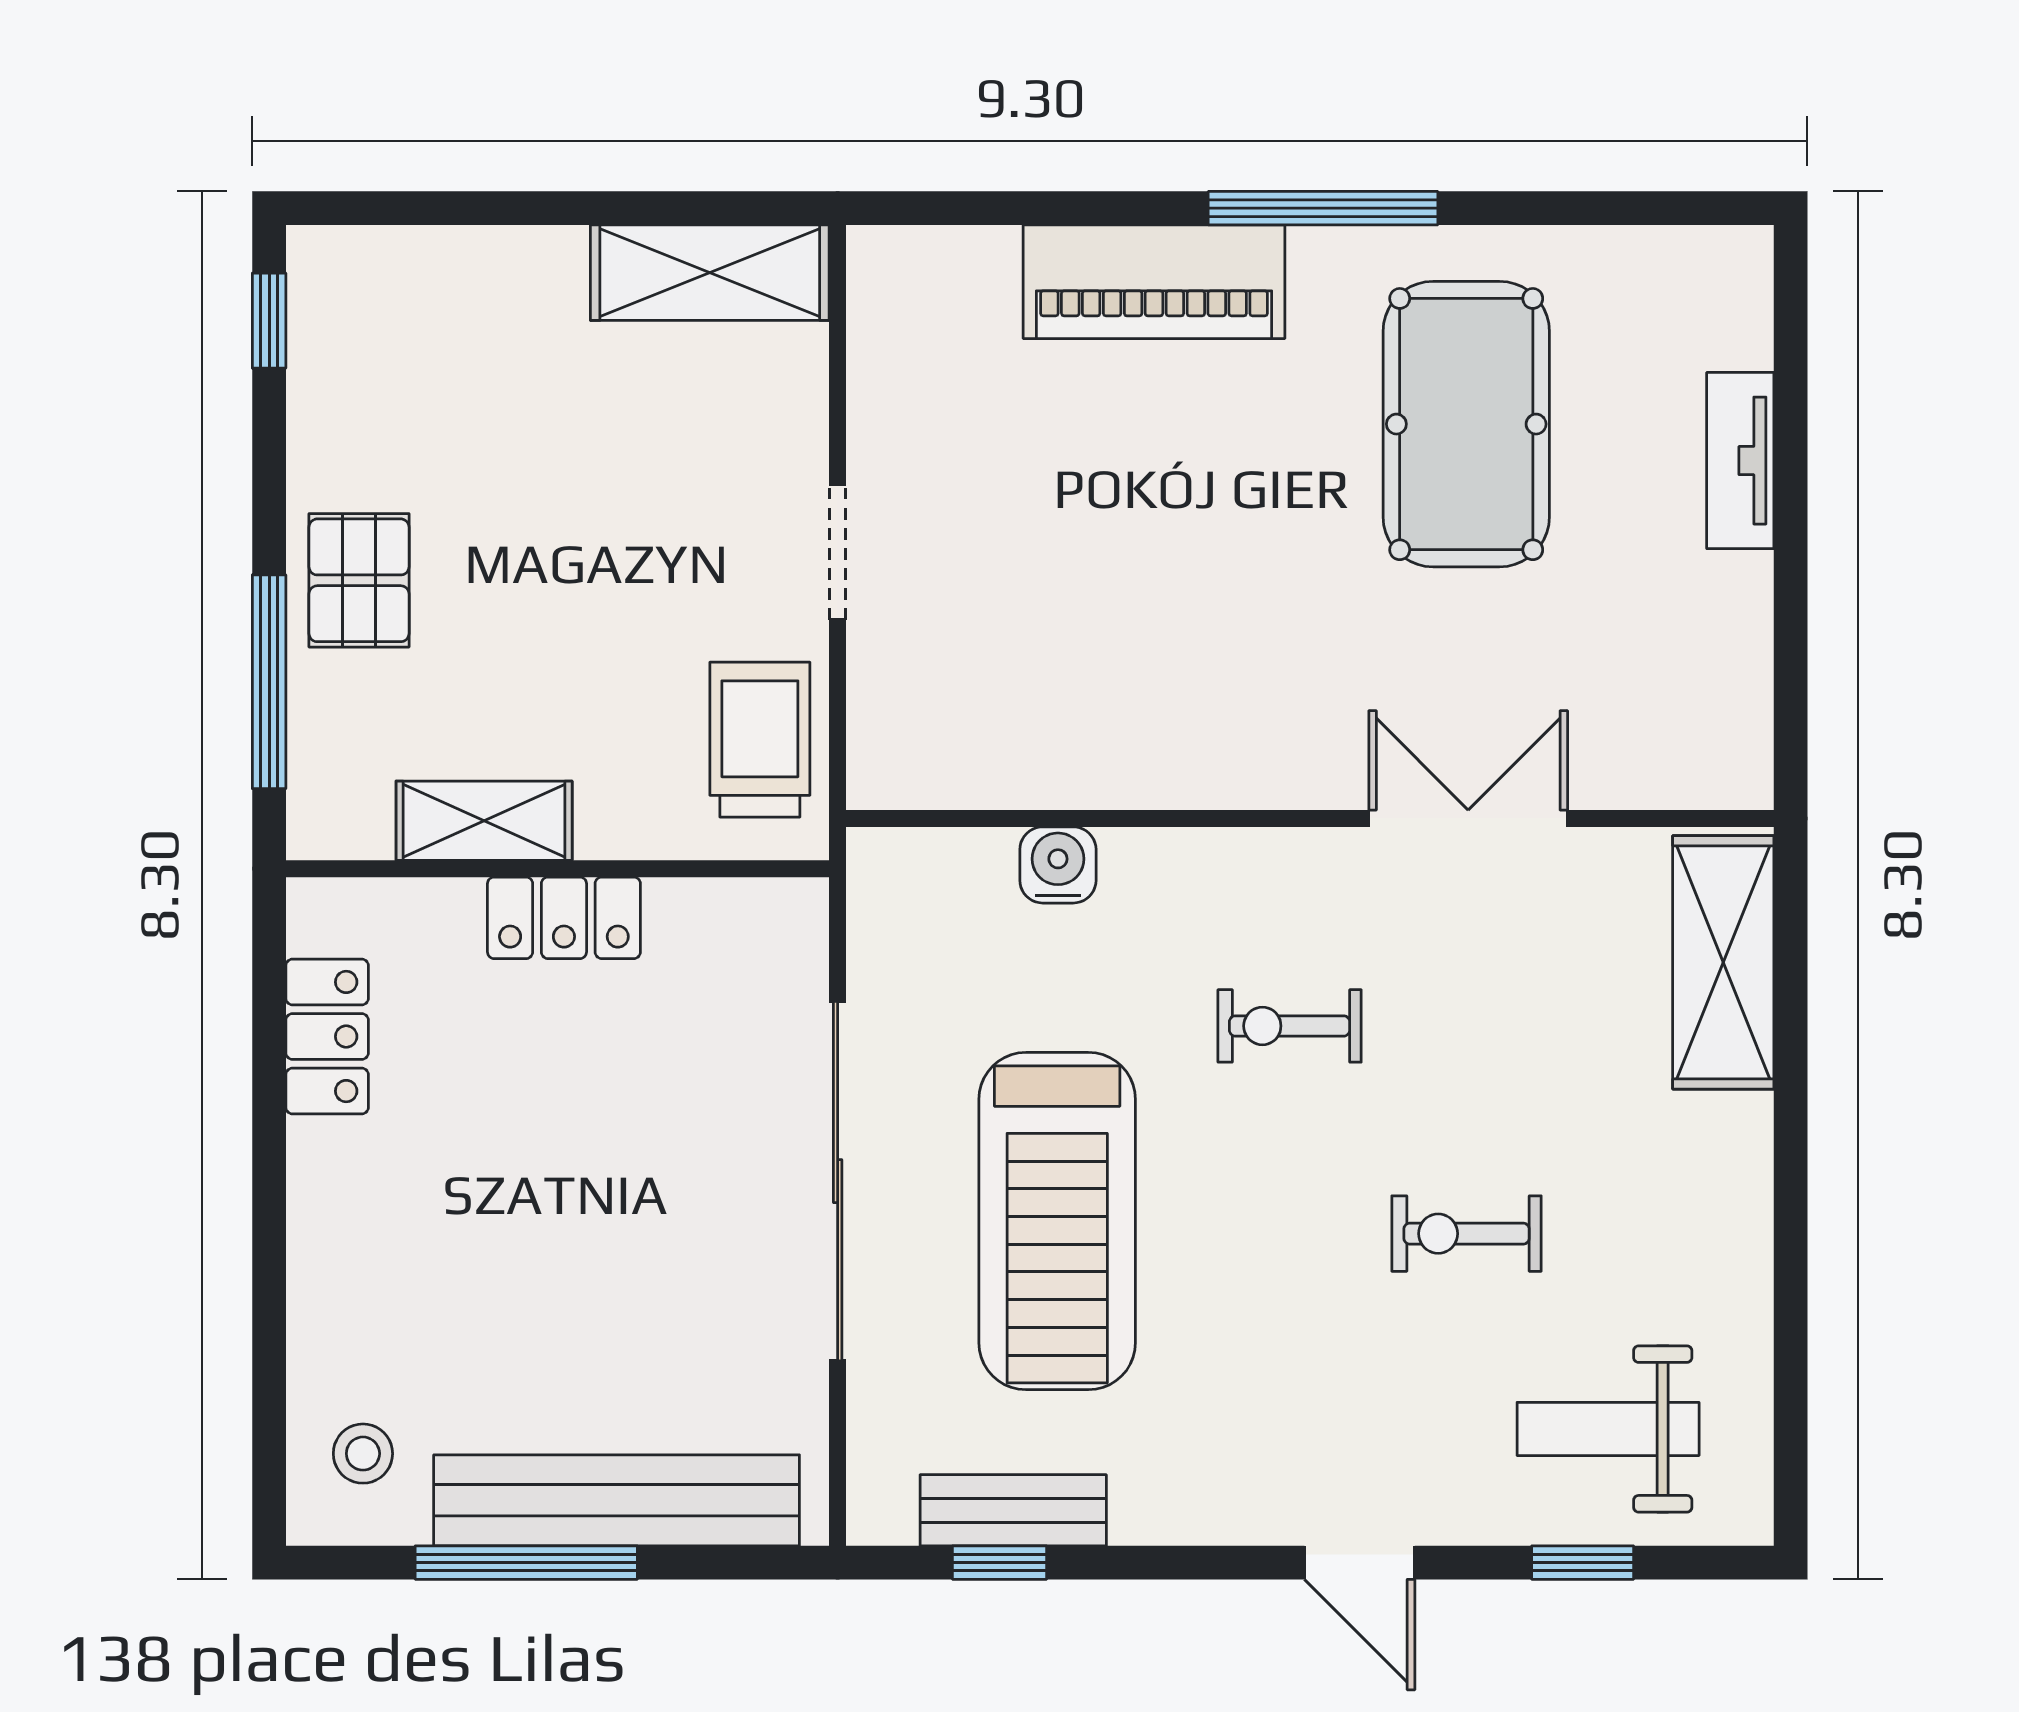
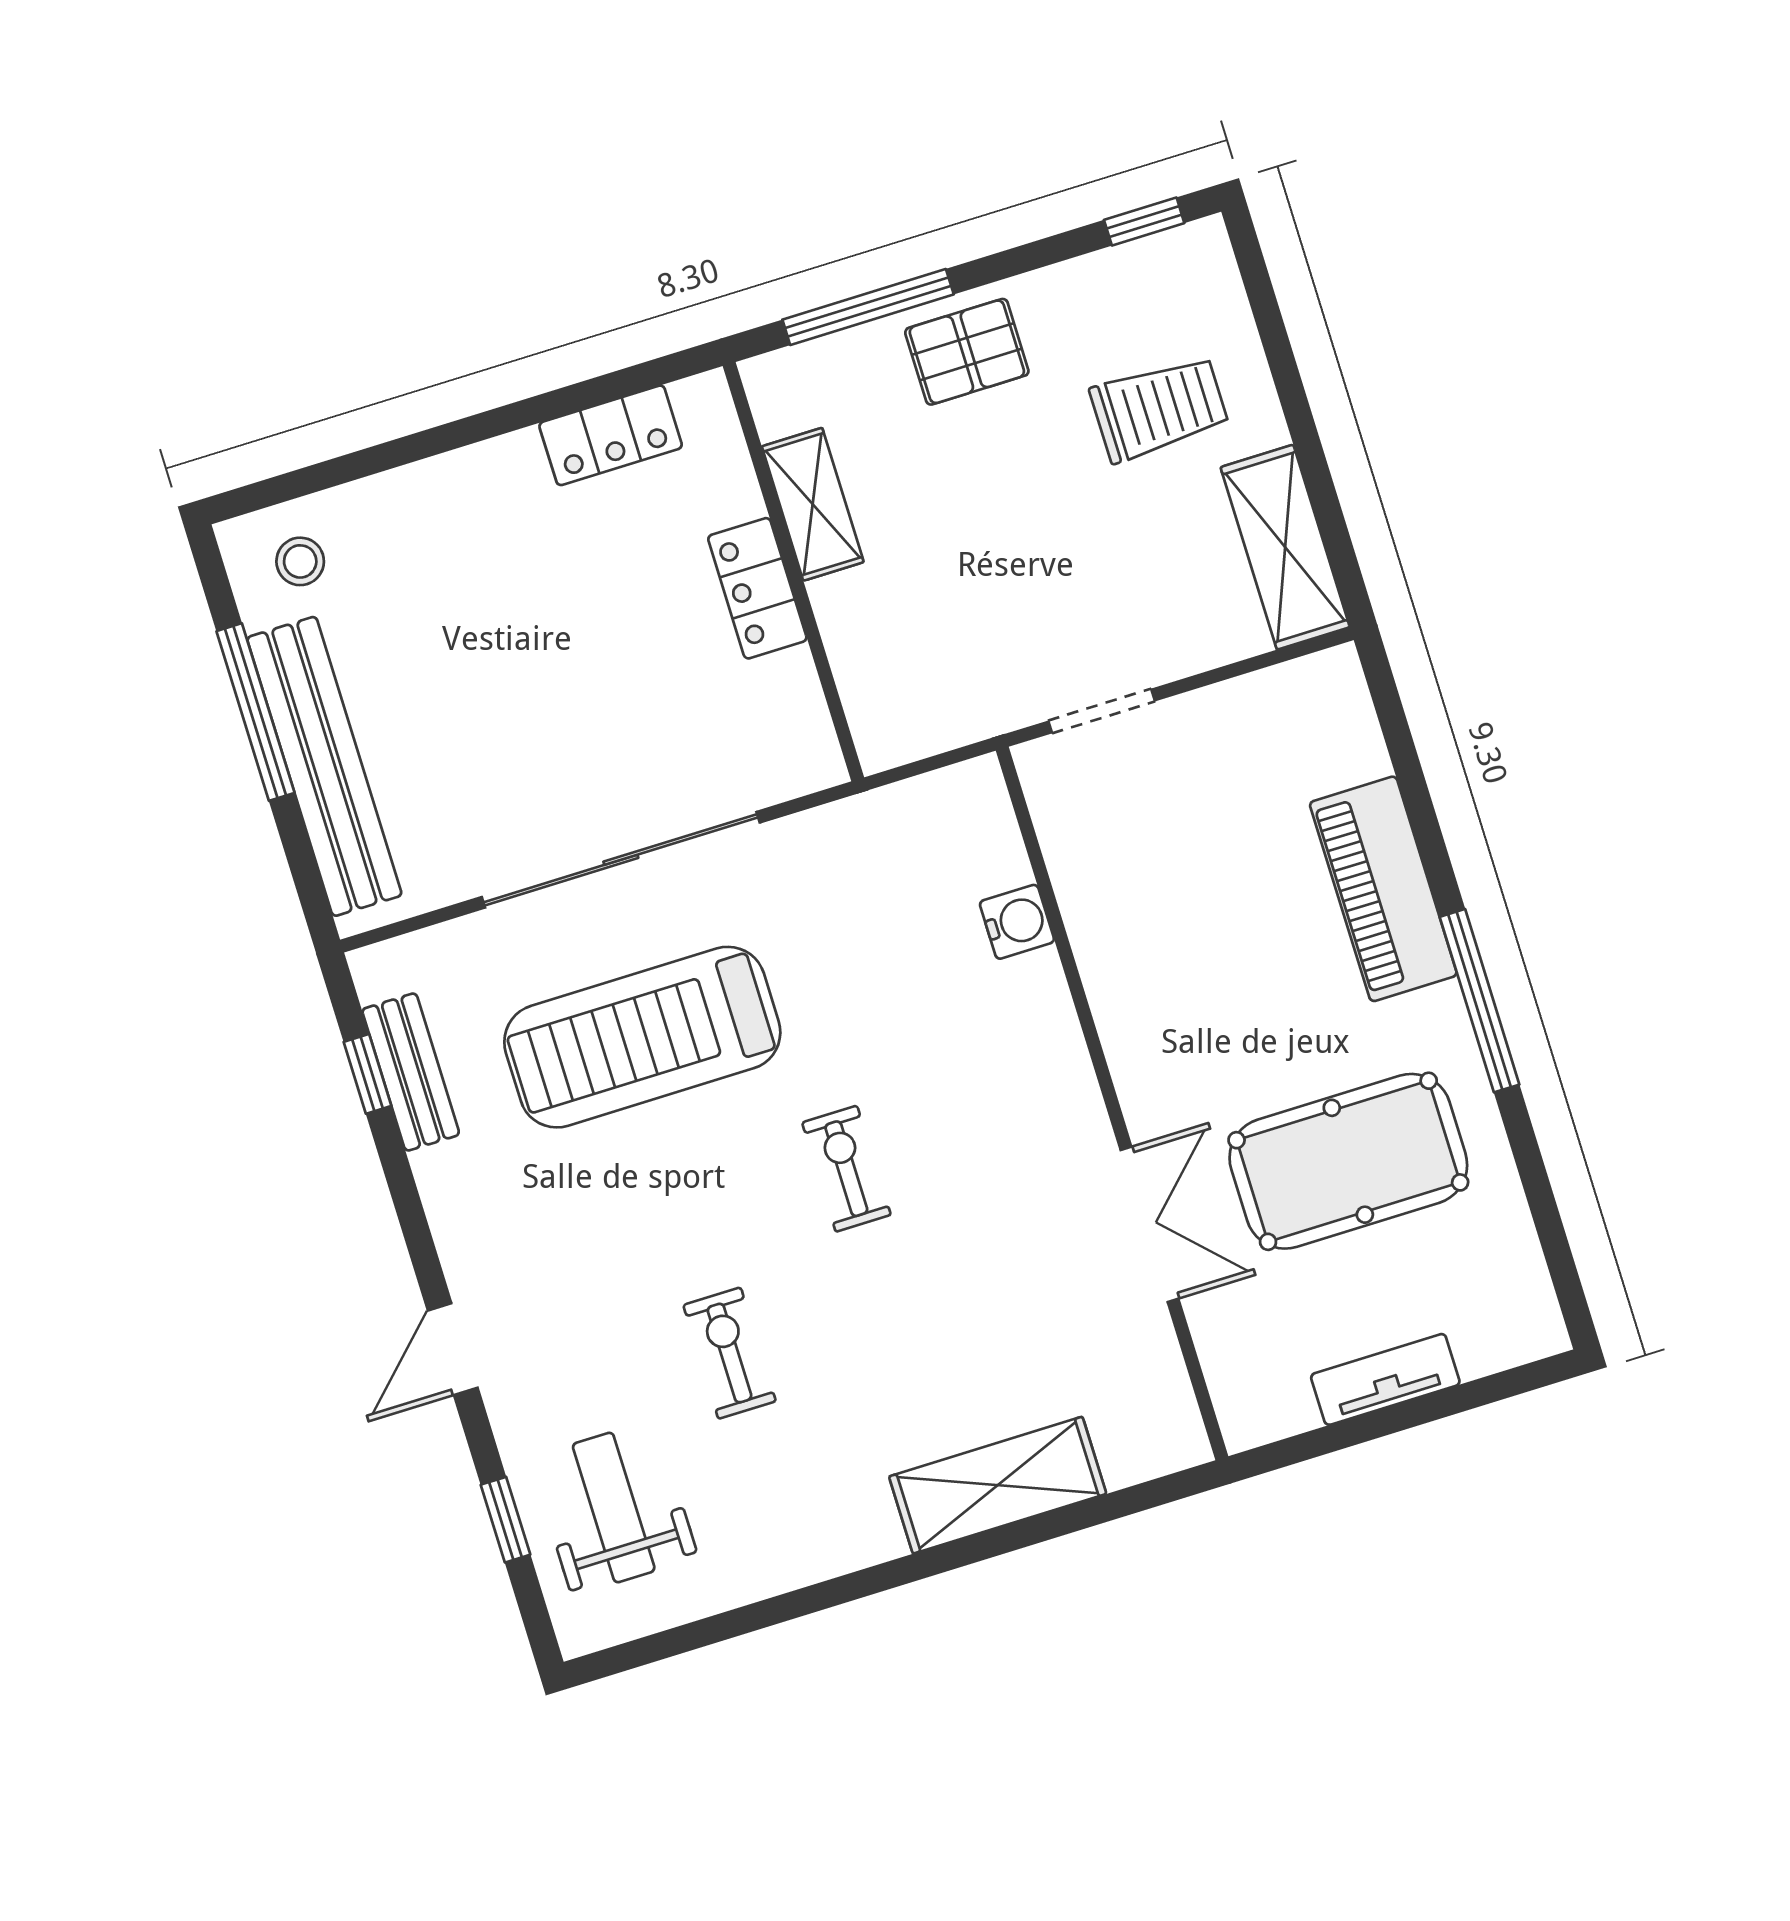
trolley: (760, 740) -> (1159, 408), moved
wall: (1310, 818) -> (1112, 1103), moved
double door: (1468, 818) -> (1150, 1224), moved
water cooler: (1058, 865) -> (1017, 922), moved

